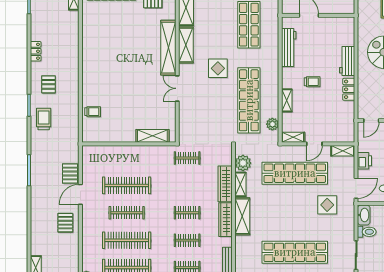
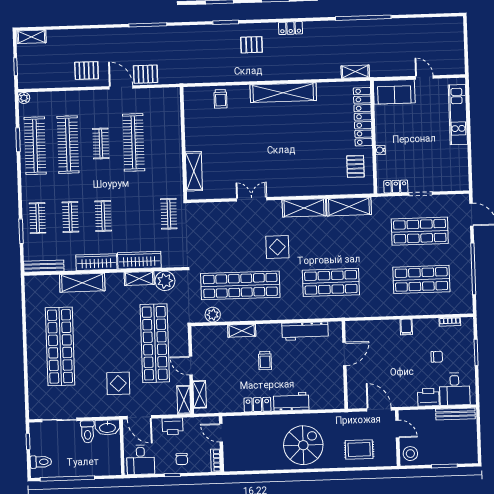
shelving: (168, 48) -> (283, 93), moved
trolley: (44, 119) -> (210, 40), removed
shelving: (293, 137) -> (200, 394), moved
clothes rail: (127, 213) -> (101, 144), width x0.73
shelving: (242, 216) -> (82, 283), moved

